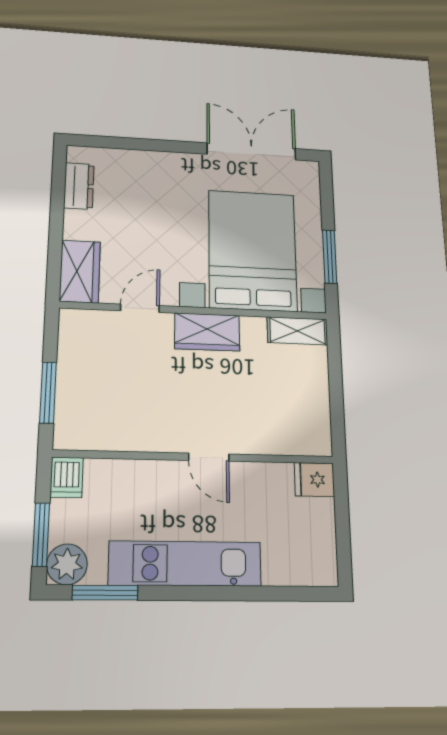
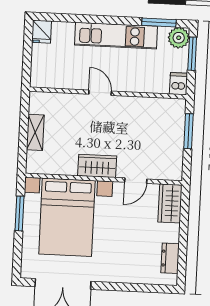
shelving: (297, 331) -> (35, 132), moved, turned 90
fridge: (314, 480) -> (41, 32), moved, turned 90

